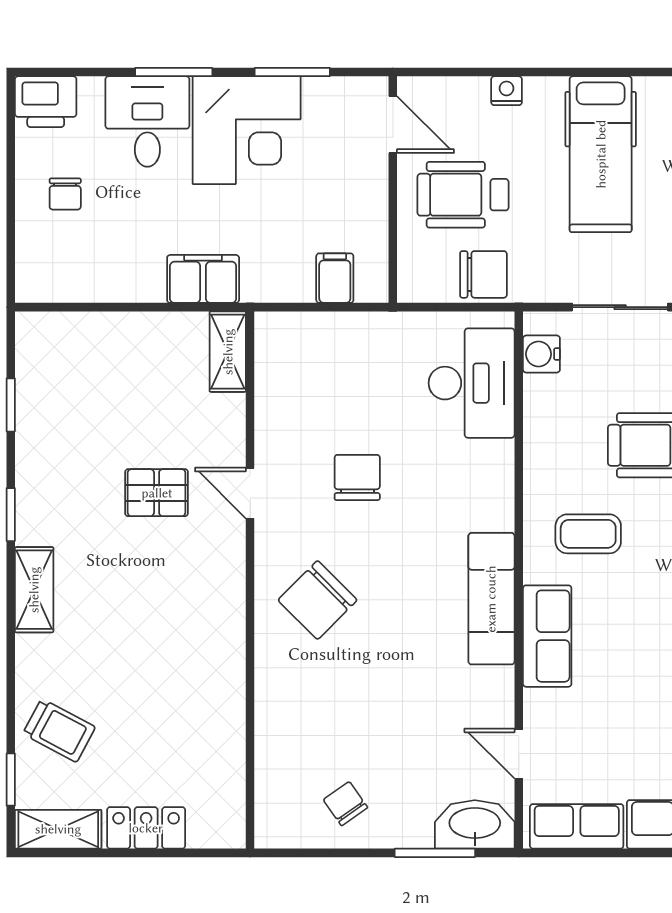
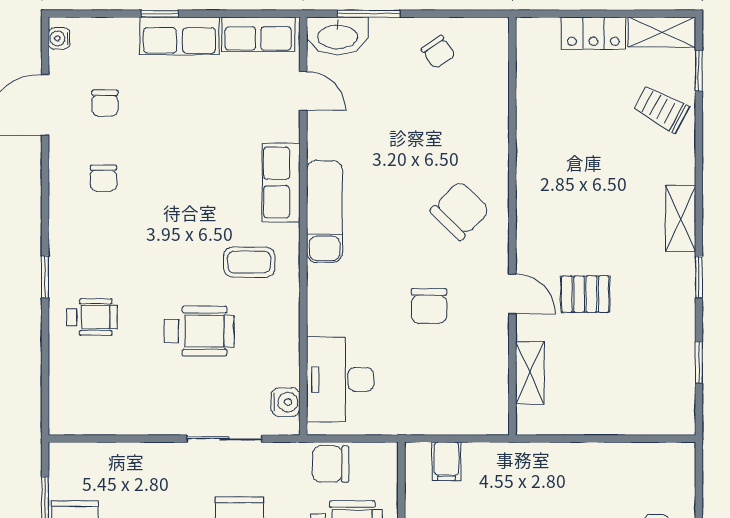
filing cabinet: (203, 279) -> (549, 461), removed
shelving: (228, 352) -> (530, 373), moved

